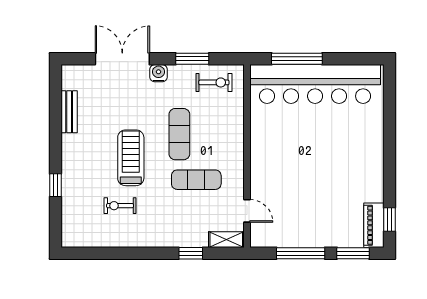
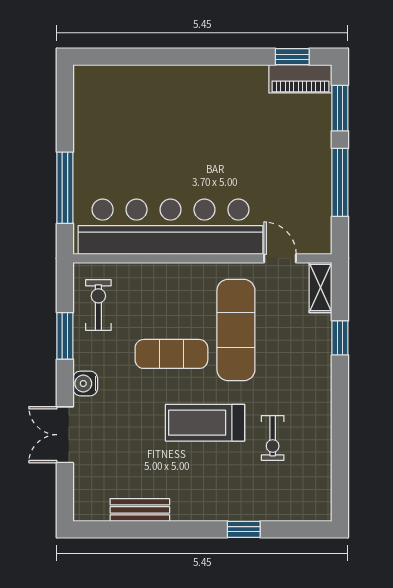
double door: (122, 59) -> (65, 435), width x0.73
bar counter: (315, 84) -> (170, 227), moved, turned -90
exercise mat: (196, 180) -> (236, 330), width x1.36, depth x1.45
door: (247, 211) -> (280, 258), hinge flipped

